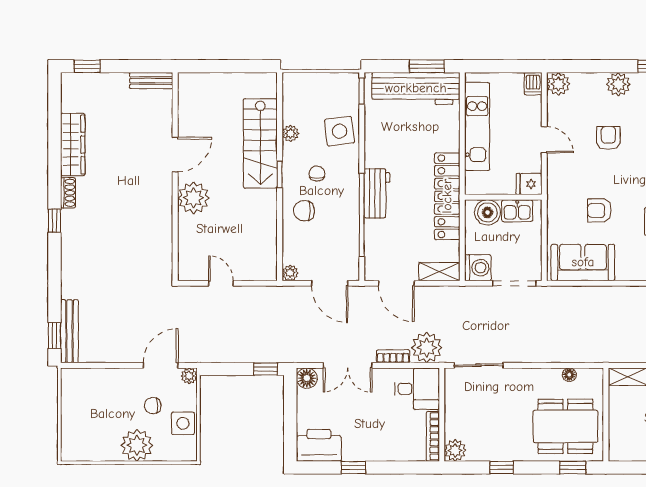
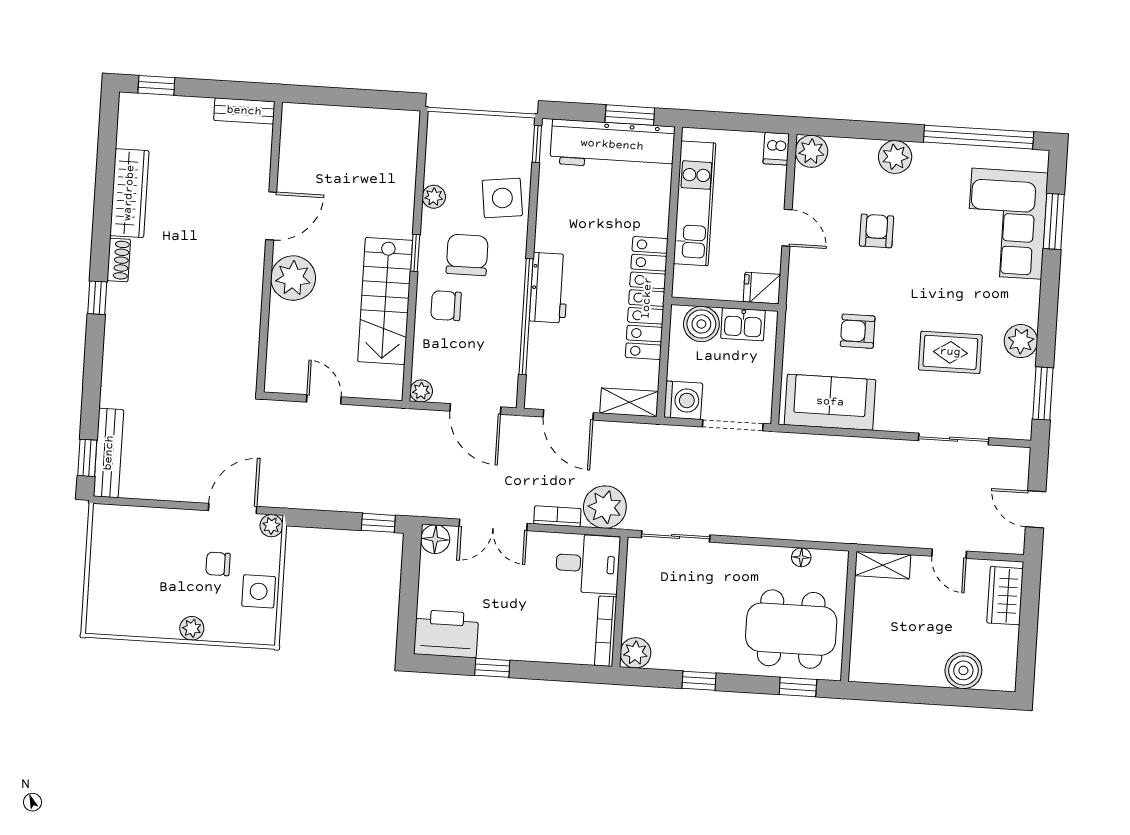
stairs: (260, 143) -> (385, 301), moved
chair: (317, 174) -> (467, 255), width x1.87, depth x1.87
plant: (137, 445) -> (192, 628), width x0.53, depth x0.53

